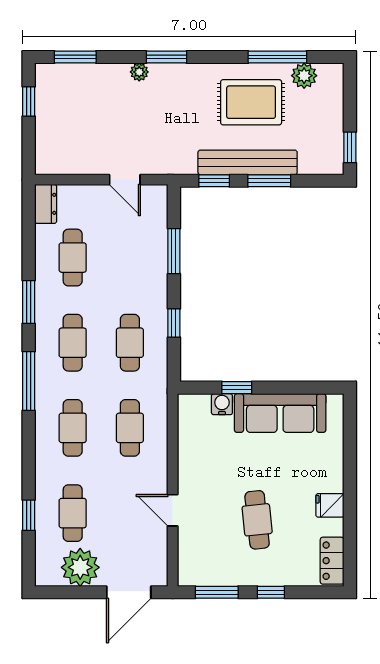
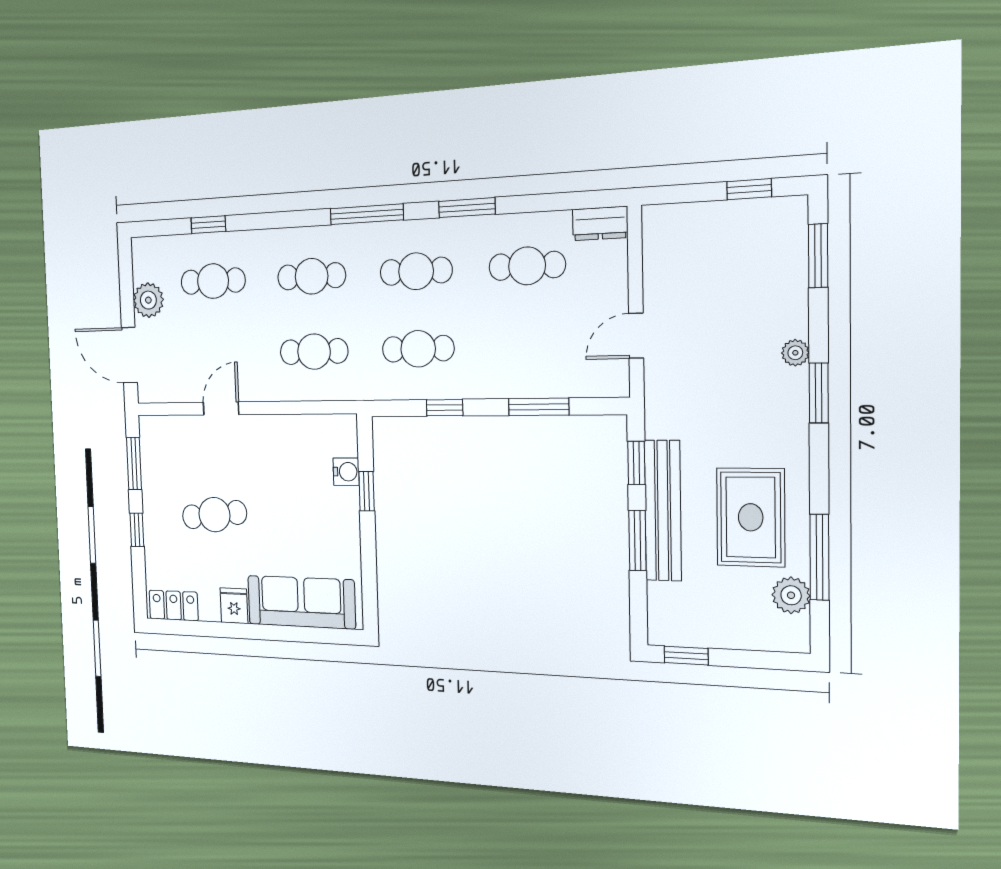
sofa: (280, 413) -> (301, 602), moved, turned 90
plant: (80, 567) -> (148, 300), width x0.73, depth x0.73

